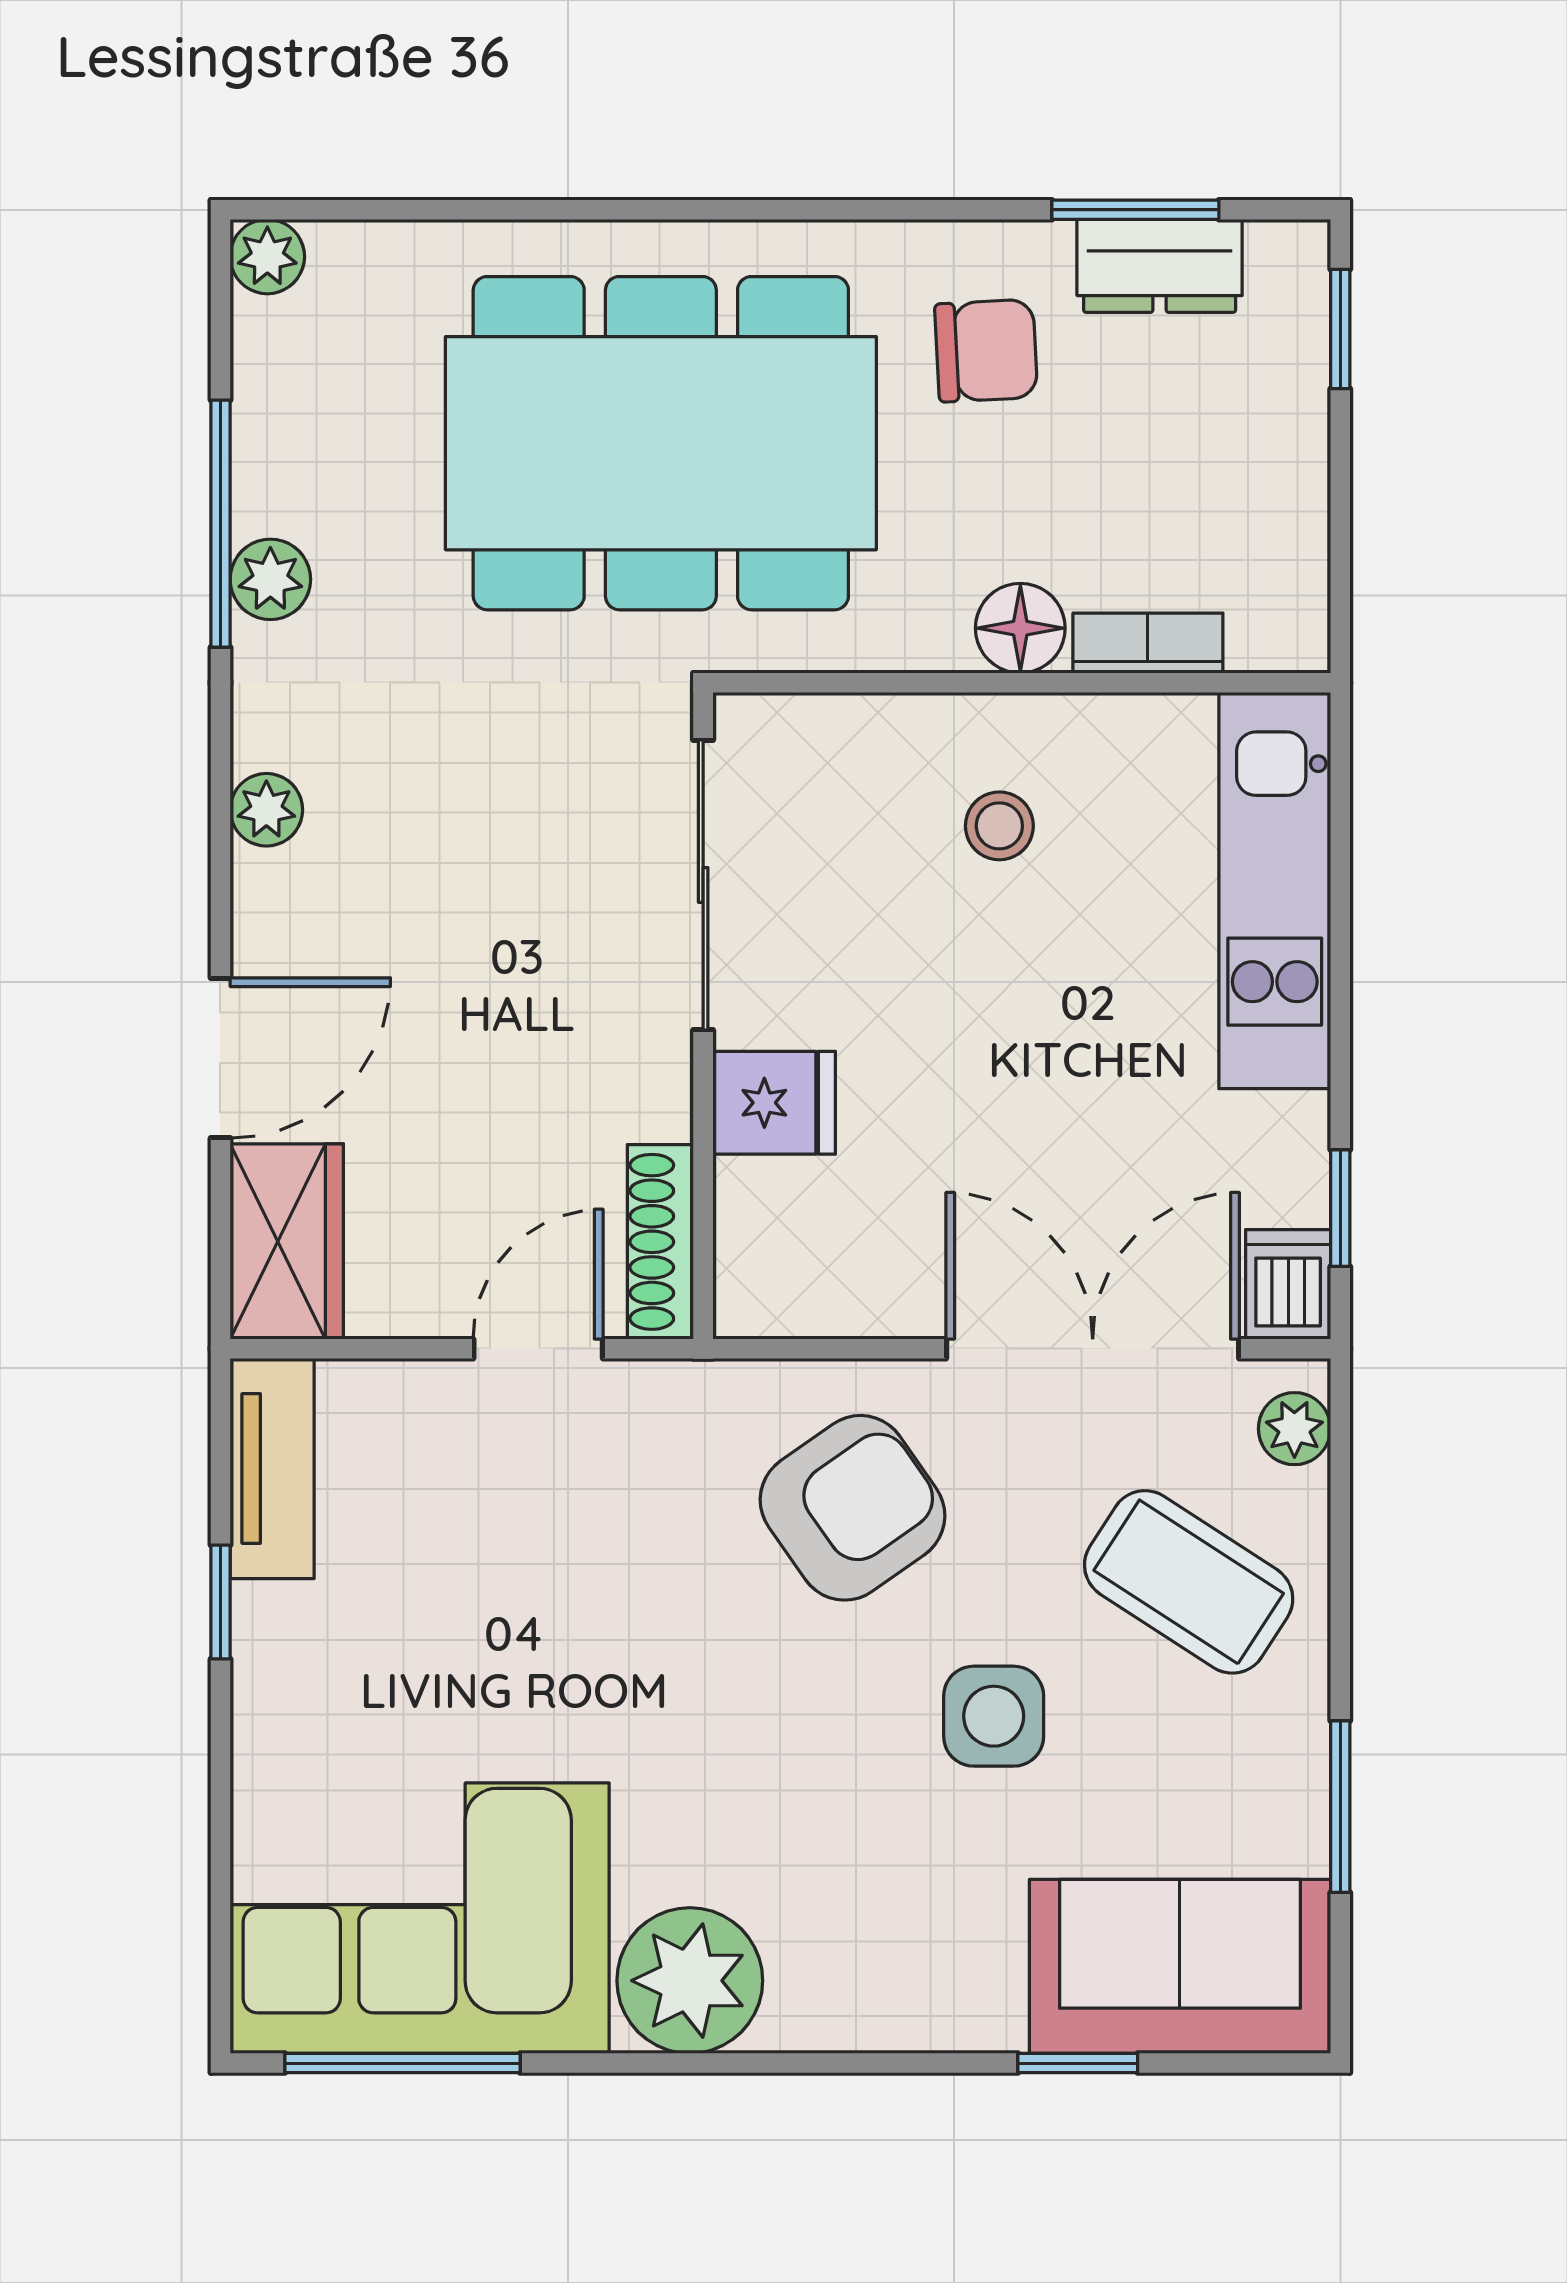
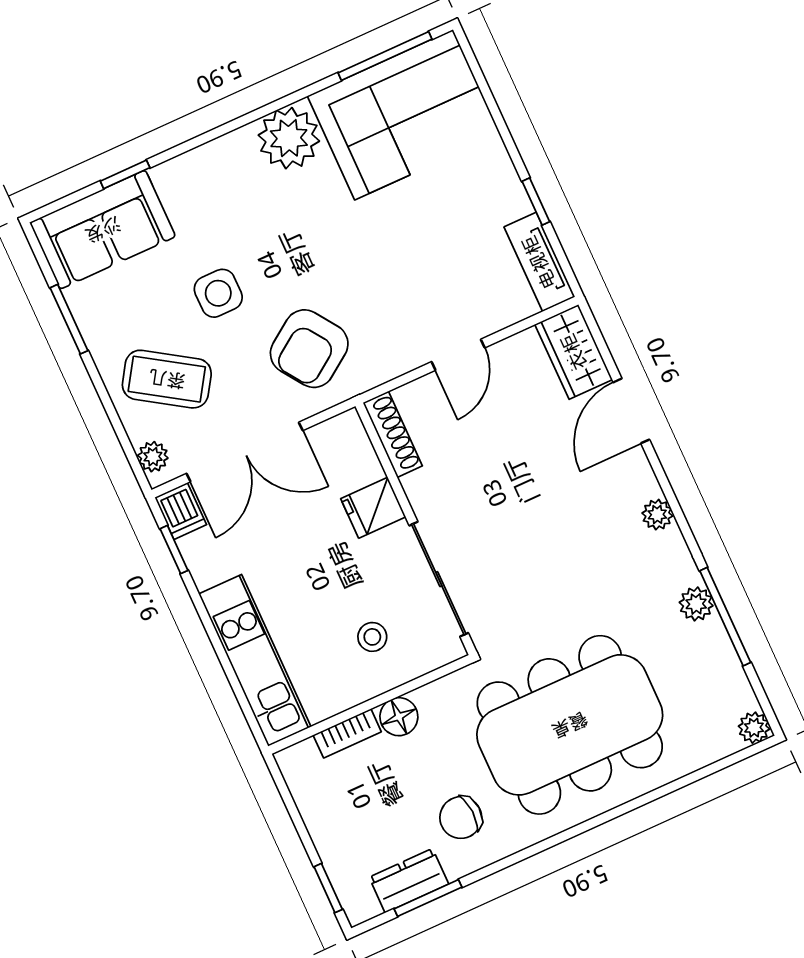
sliding door: (703, 885) -> (439, 579), moved
wall: (703, 1016) -> (416, 529), moved
fridge: (774, 1103) -> (373, 508), moved
shoe rack: (660, 1242) -> (393, 434), moved

